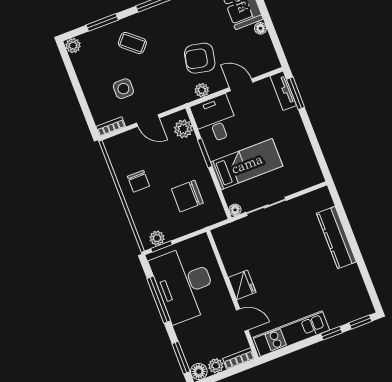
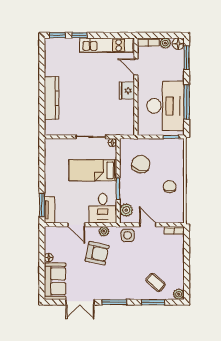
coffee table: (132, 43) -> (155, 282), moved
side table: (123, 89) -> (128, 235), moved
chair: (187, 196) -> (141, 164), turned -72
plant: (157, 238) -> (172, 144), removed

